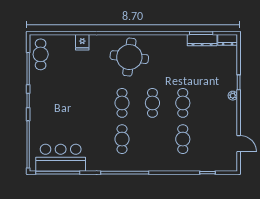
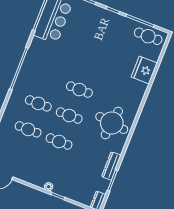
dresser: (202, 40) -> (111, 166), moved
fridge: (82, 42) -> (144, 70), width x1.88, depth x1.34
round table: (129, 57) -> (112, 123), moved
cafe table: (122, 139) -> (38, 103), moved

